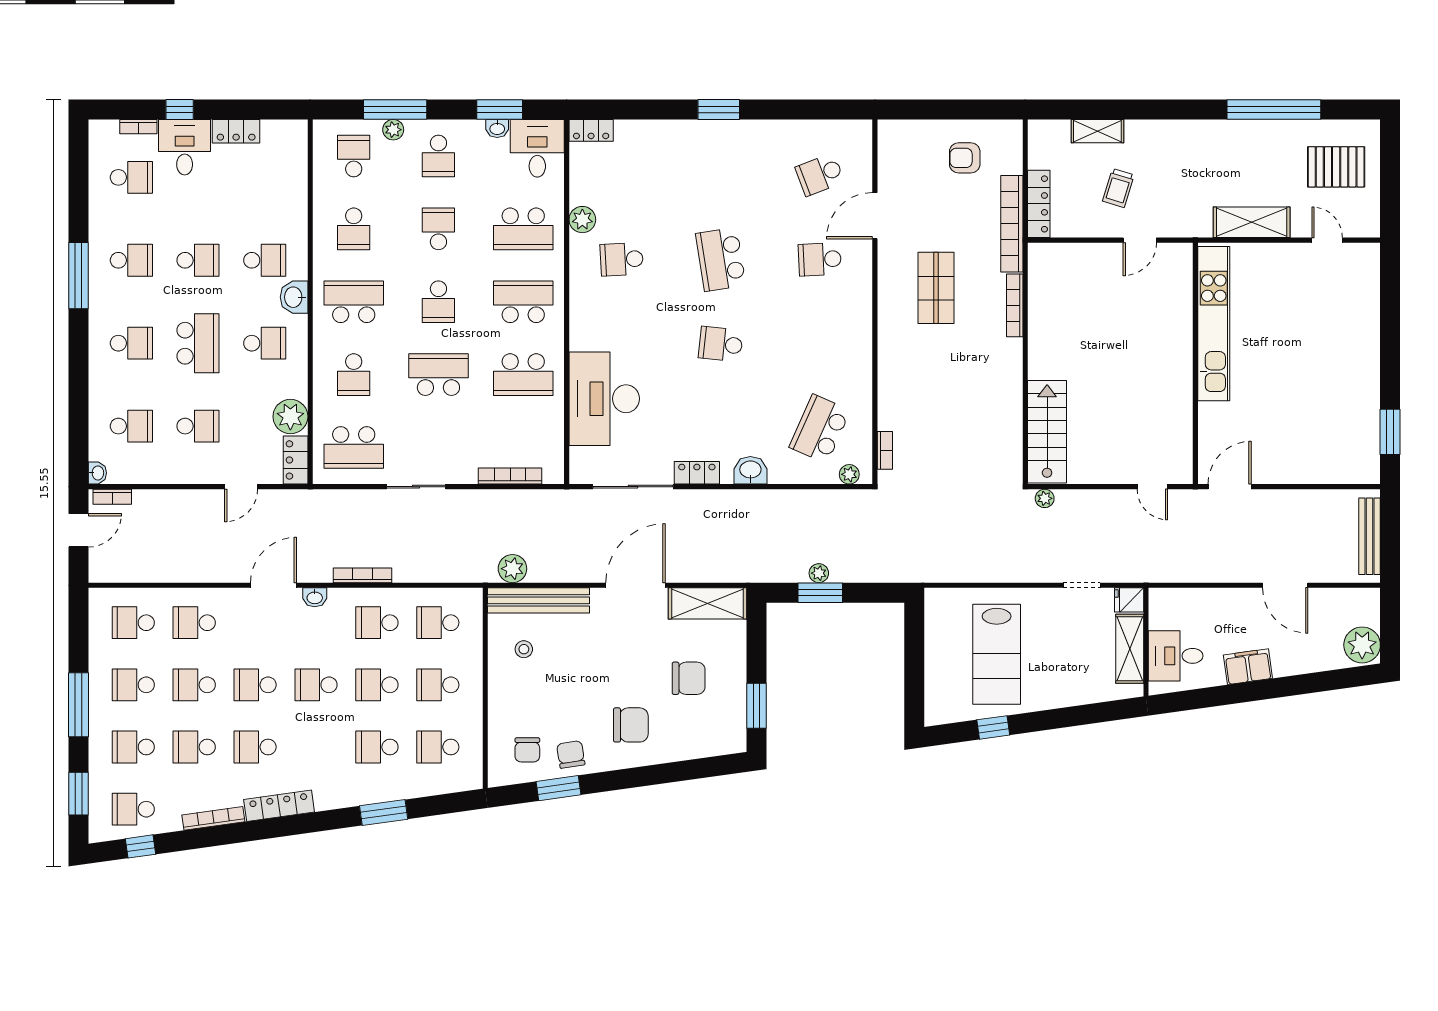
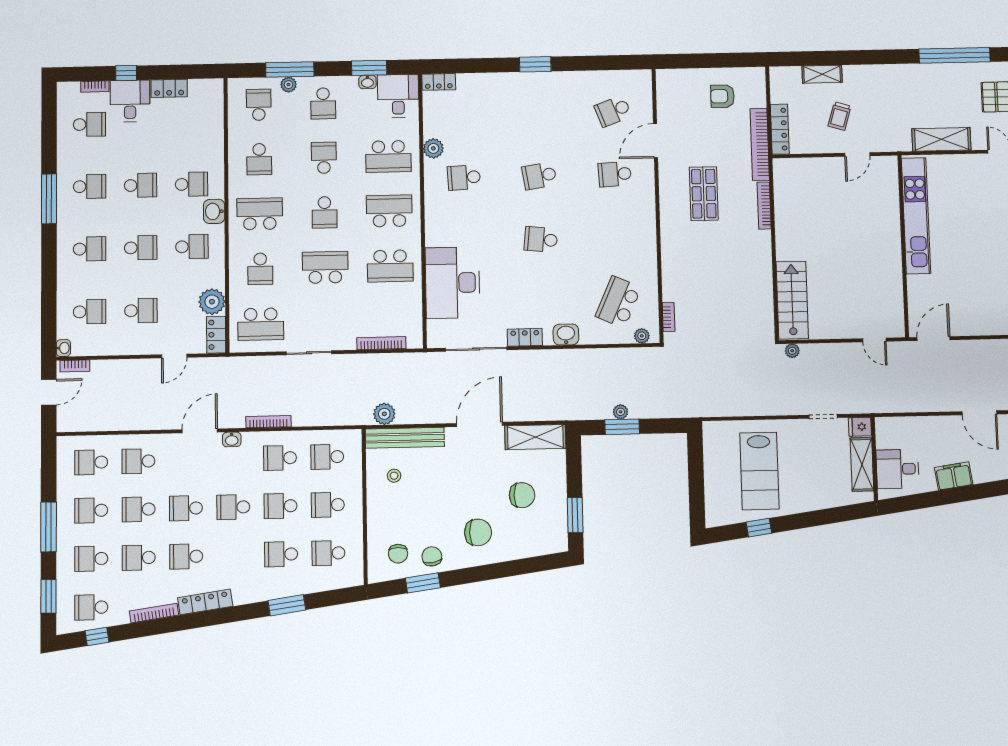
school desk: (721, 259) -> (539, 176), width x0.54
school desk: (198, 343) -> (141, 248), width x0.54

